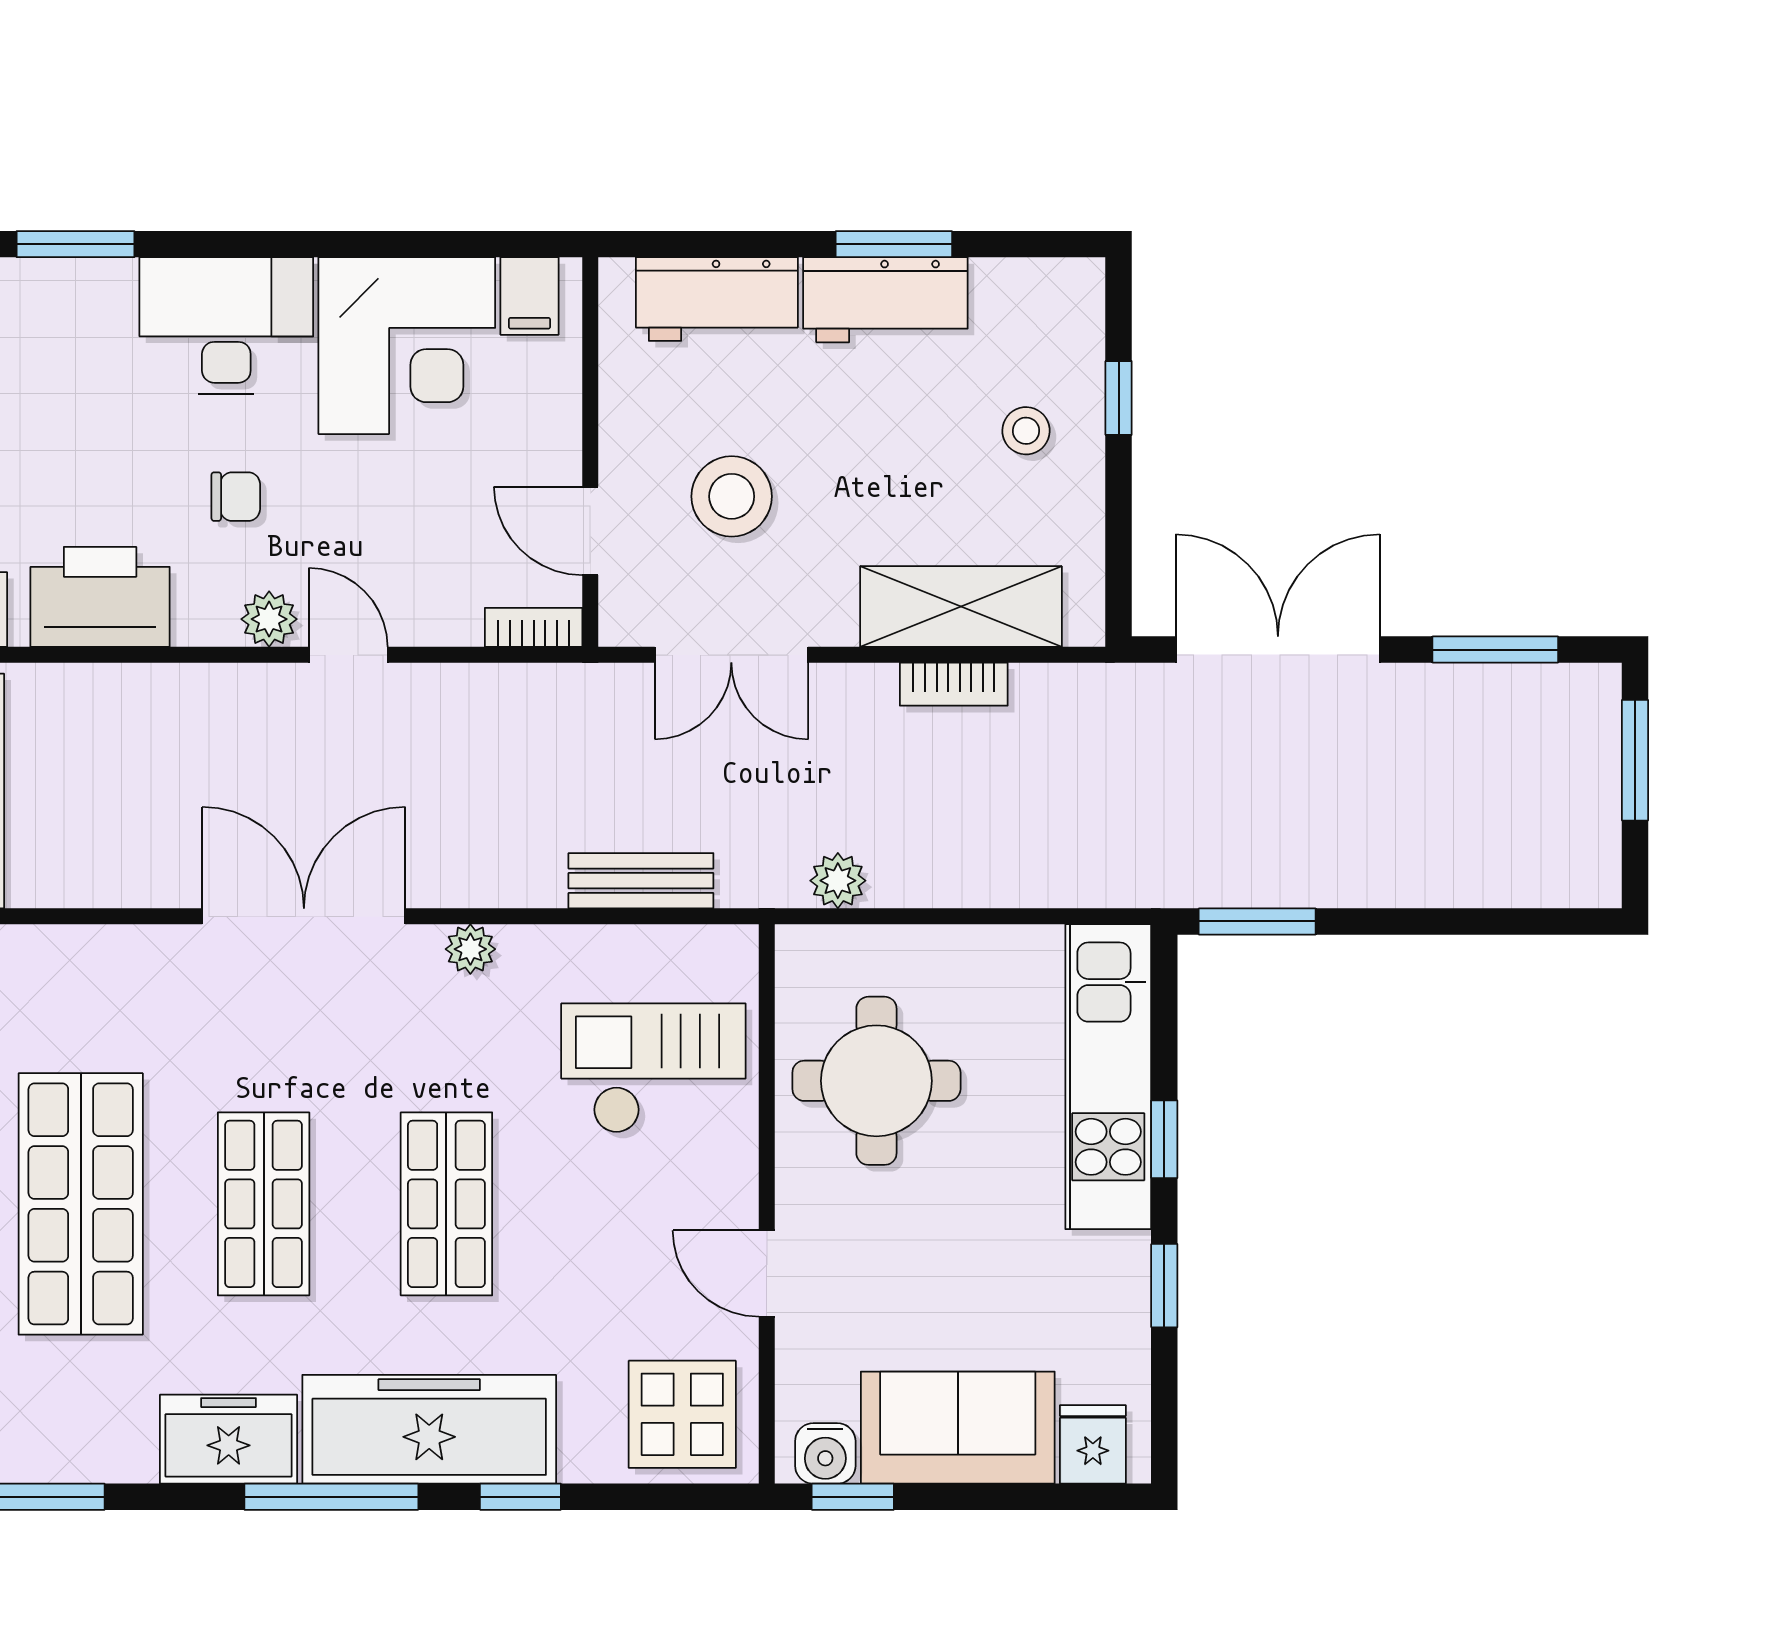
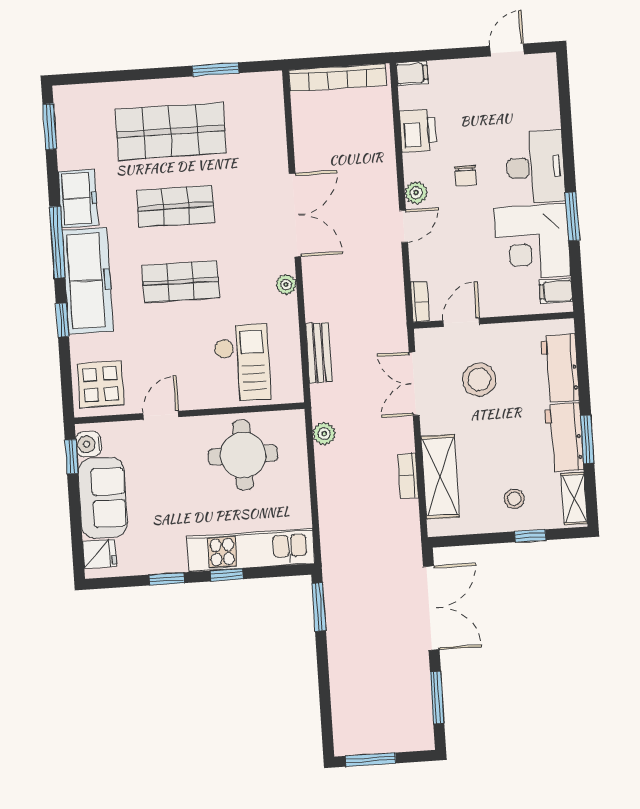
window: (76, 244) -> (572, 217), moved
shelving: (1035, 285) -> (574, 499), added
printer: (100, 597) -> (418, 131), width x0.73, depth x0.84
window: (1635, 760) -> (371, 760), moved

